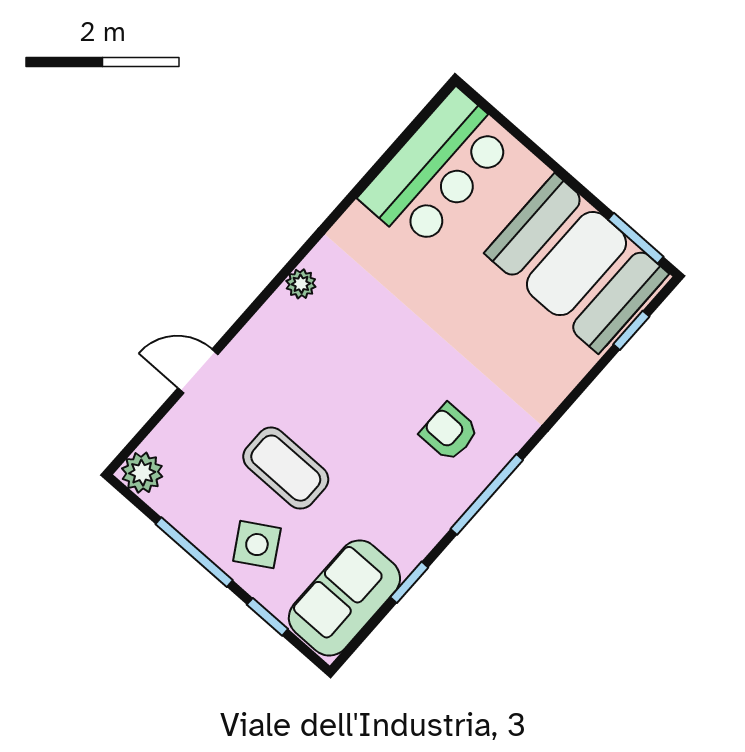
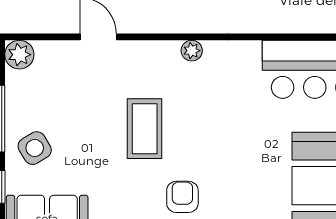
coffee table: (286, 468) -> (145, 129), moved

